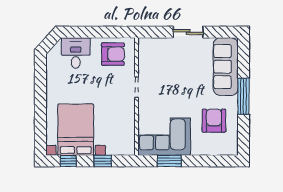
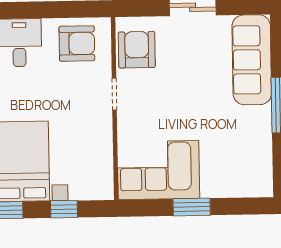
armchair: (214, 121) -> (137, 50), moved
window: (169, 161) -> (192, 207), moved

